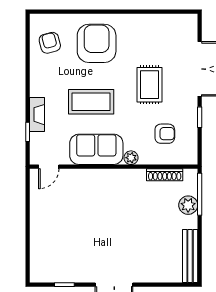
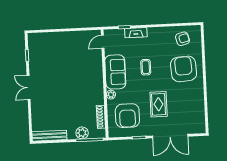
armchair: (97, 43) -> (184, 69), turned -94
rug: (149, 85) -> (159, 104), turned 90
coffee table: (91, 102) -> (146, 67), width x0.54, depth x0.58
armchair: (165, 134) -> (127, 116), width x1.88, depth x1.88
door: (49, 167) -> (103, 42), hinge flipped

